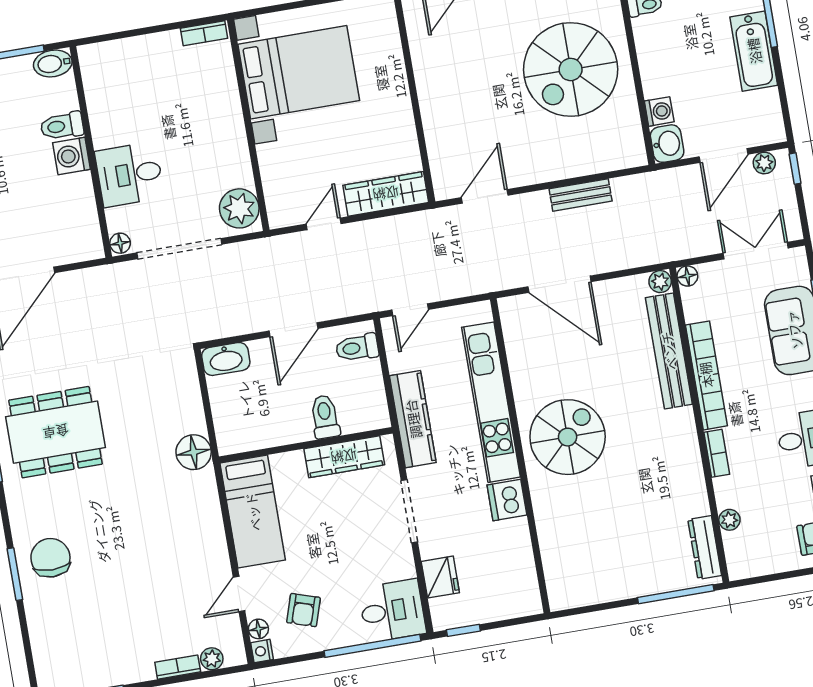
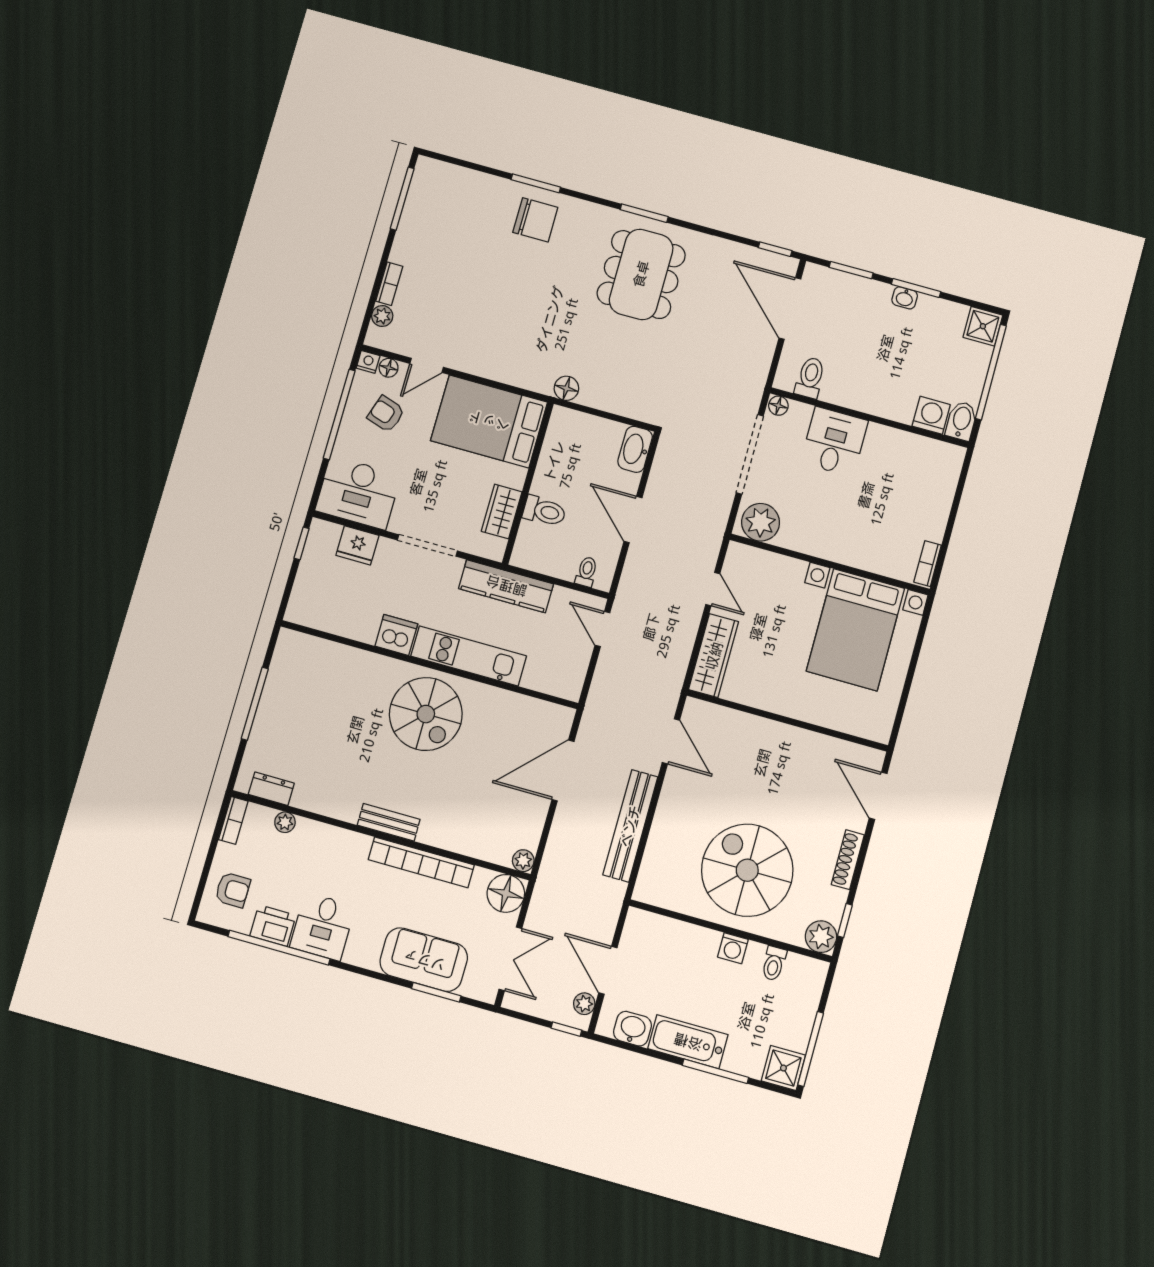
washing machine: (659, 111) -> (733, 948), moved
toilet: (62, 126) -> (810, 378), moved
washbasin: (667, 144) -> (632, 1029), moved, turned 180
washing machine: (72, 156) -> (931, 415), moved
bench: (581, 195) -> (630, 826), width x1.86, depth x1.21
floor lamp: (687, 276) -> (506, 893), width x1.89, depth x1.89
toilet: (357, 348) -> (586, 572), width x0.73, depth x0.72
bench: (669, 351) -> (389, 822), moved, width x0.54, depth x0.82
kitchen unit: (491, 402) -> (469, 656), width x0.73
floor lamp: (194, 452) -> (566, 388), width x0.73, depth x0.73
bookcase: (717, 453) -> (233, 820), moved, turned -90
wardrobe: (344, 457) -> (502, 512), width x0.67
bed: (253, 512) -> (489, 421), width x1.50
dresser: (705, 548) -> (271, 789), width x0.70
door: (239, 594) -> (427, 365), swing flipped
window: (676, 594) -> (255, 704), moved
desk: (392, 611) -> (358, 493), width x1.37
window: (372, 646) -> (339, 414), moved

